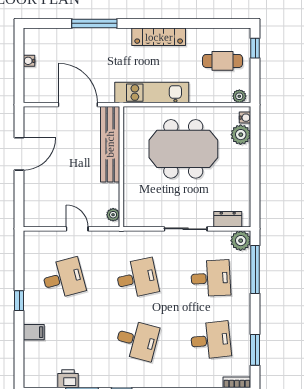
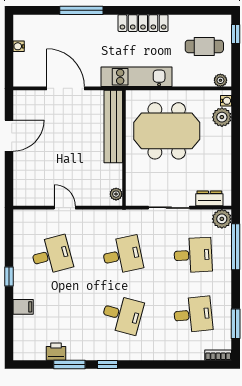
bench: (110, 144) -> (113, 126), moved
wall: (121, 167) -> (124, 148), moved
plant: (113, 215) -> (116, 194), moved

